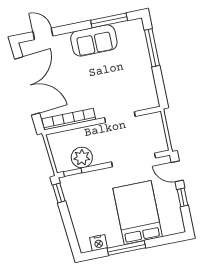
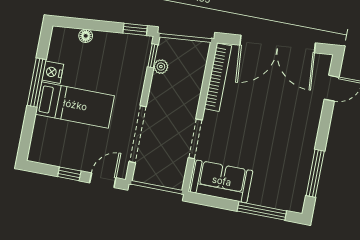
sofa: (94, 40) -> (222, 181), moved, turned 90
plant: (82, 157) -> (161, 67), width x0.53, depth x0.53
bed: (138, 213) -> (75, 105), width x0.67
floor lamp: (78, 227) -> (86, 36), added
nightstand: (98, 243) -> (53, 72), moved

